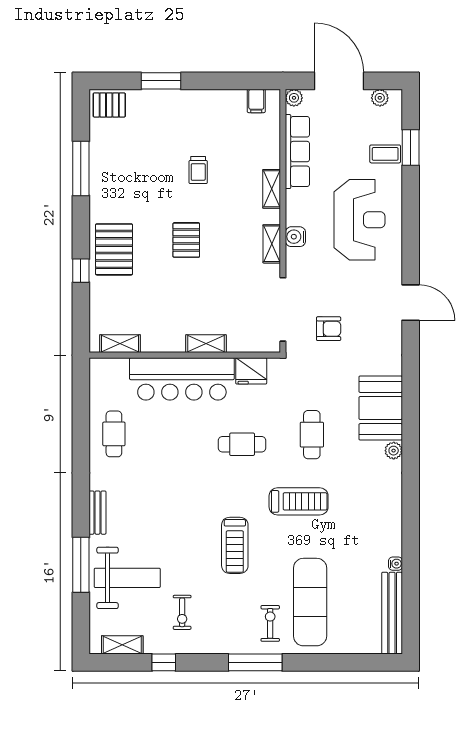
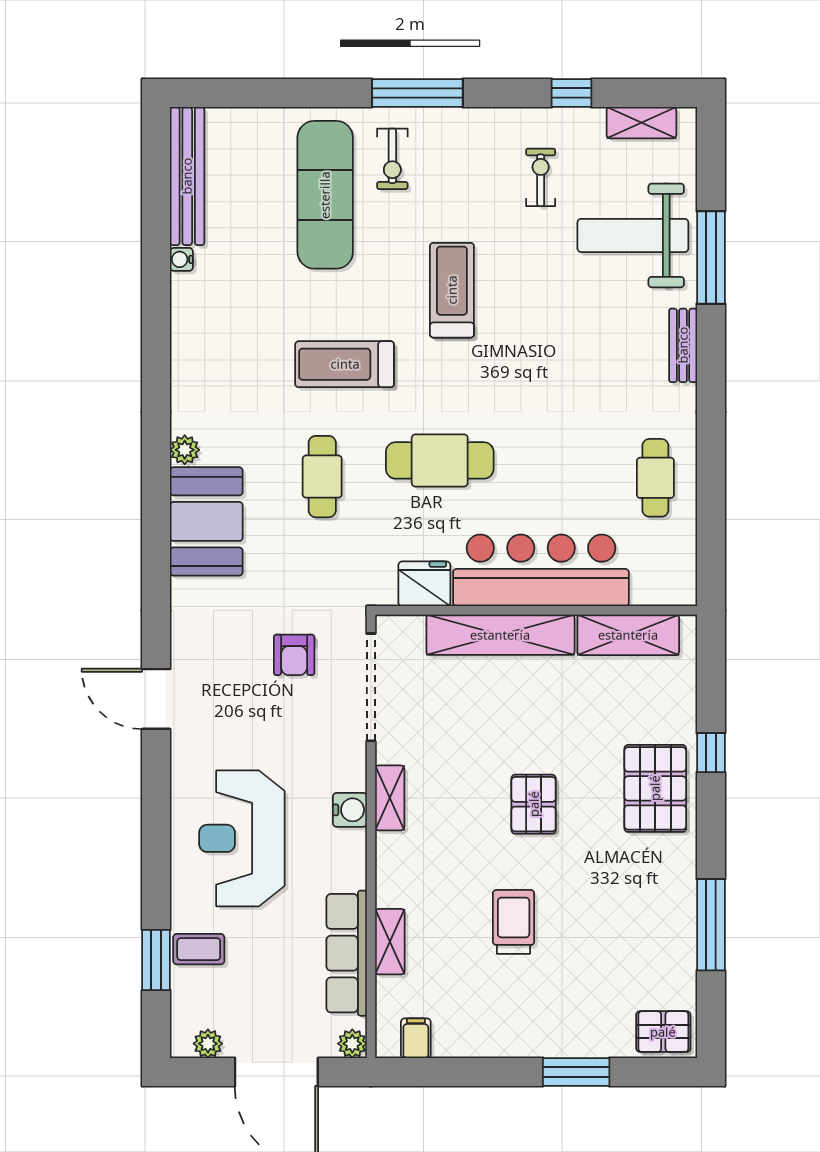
trolley: (198, 170) -> (514, 922), width x1.36, depth x1.39
shelving: (272, 189) -> (390, 942), moved
armchair: (329, 329) -> (294, 655), turned -90
shelving: (120, 344) -> (628, 635), width x1.50, depth x1.33
shelving: (206, 344) -> (500, 635), width x2.20, depth x1.33
cafe table: (242, 444) -> (440, 460), width x1.37, depth x1.35

